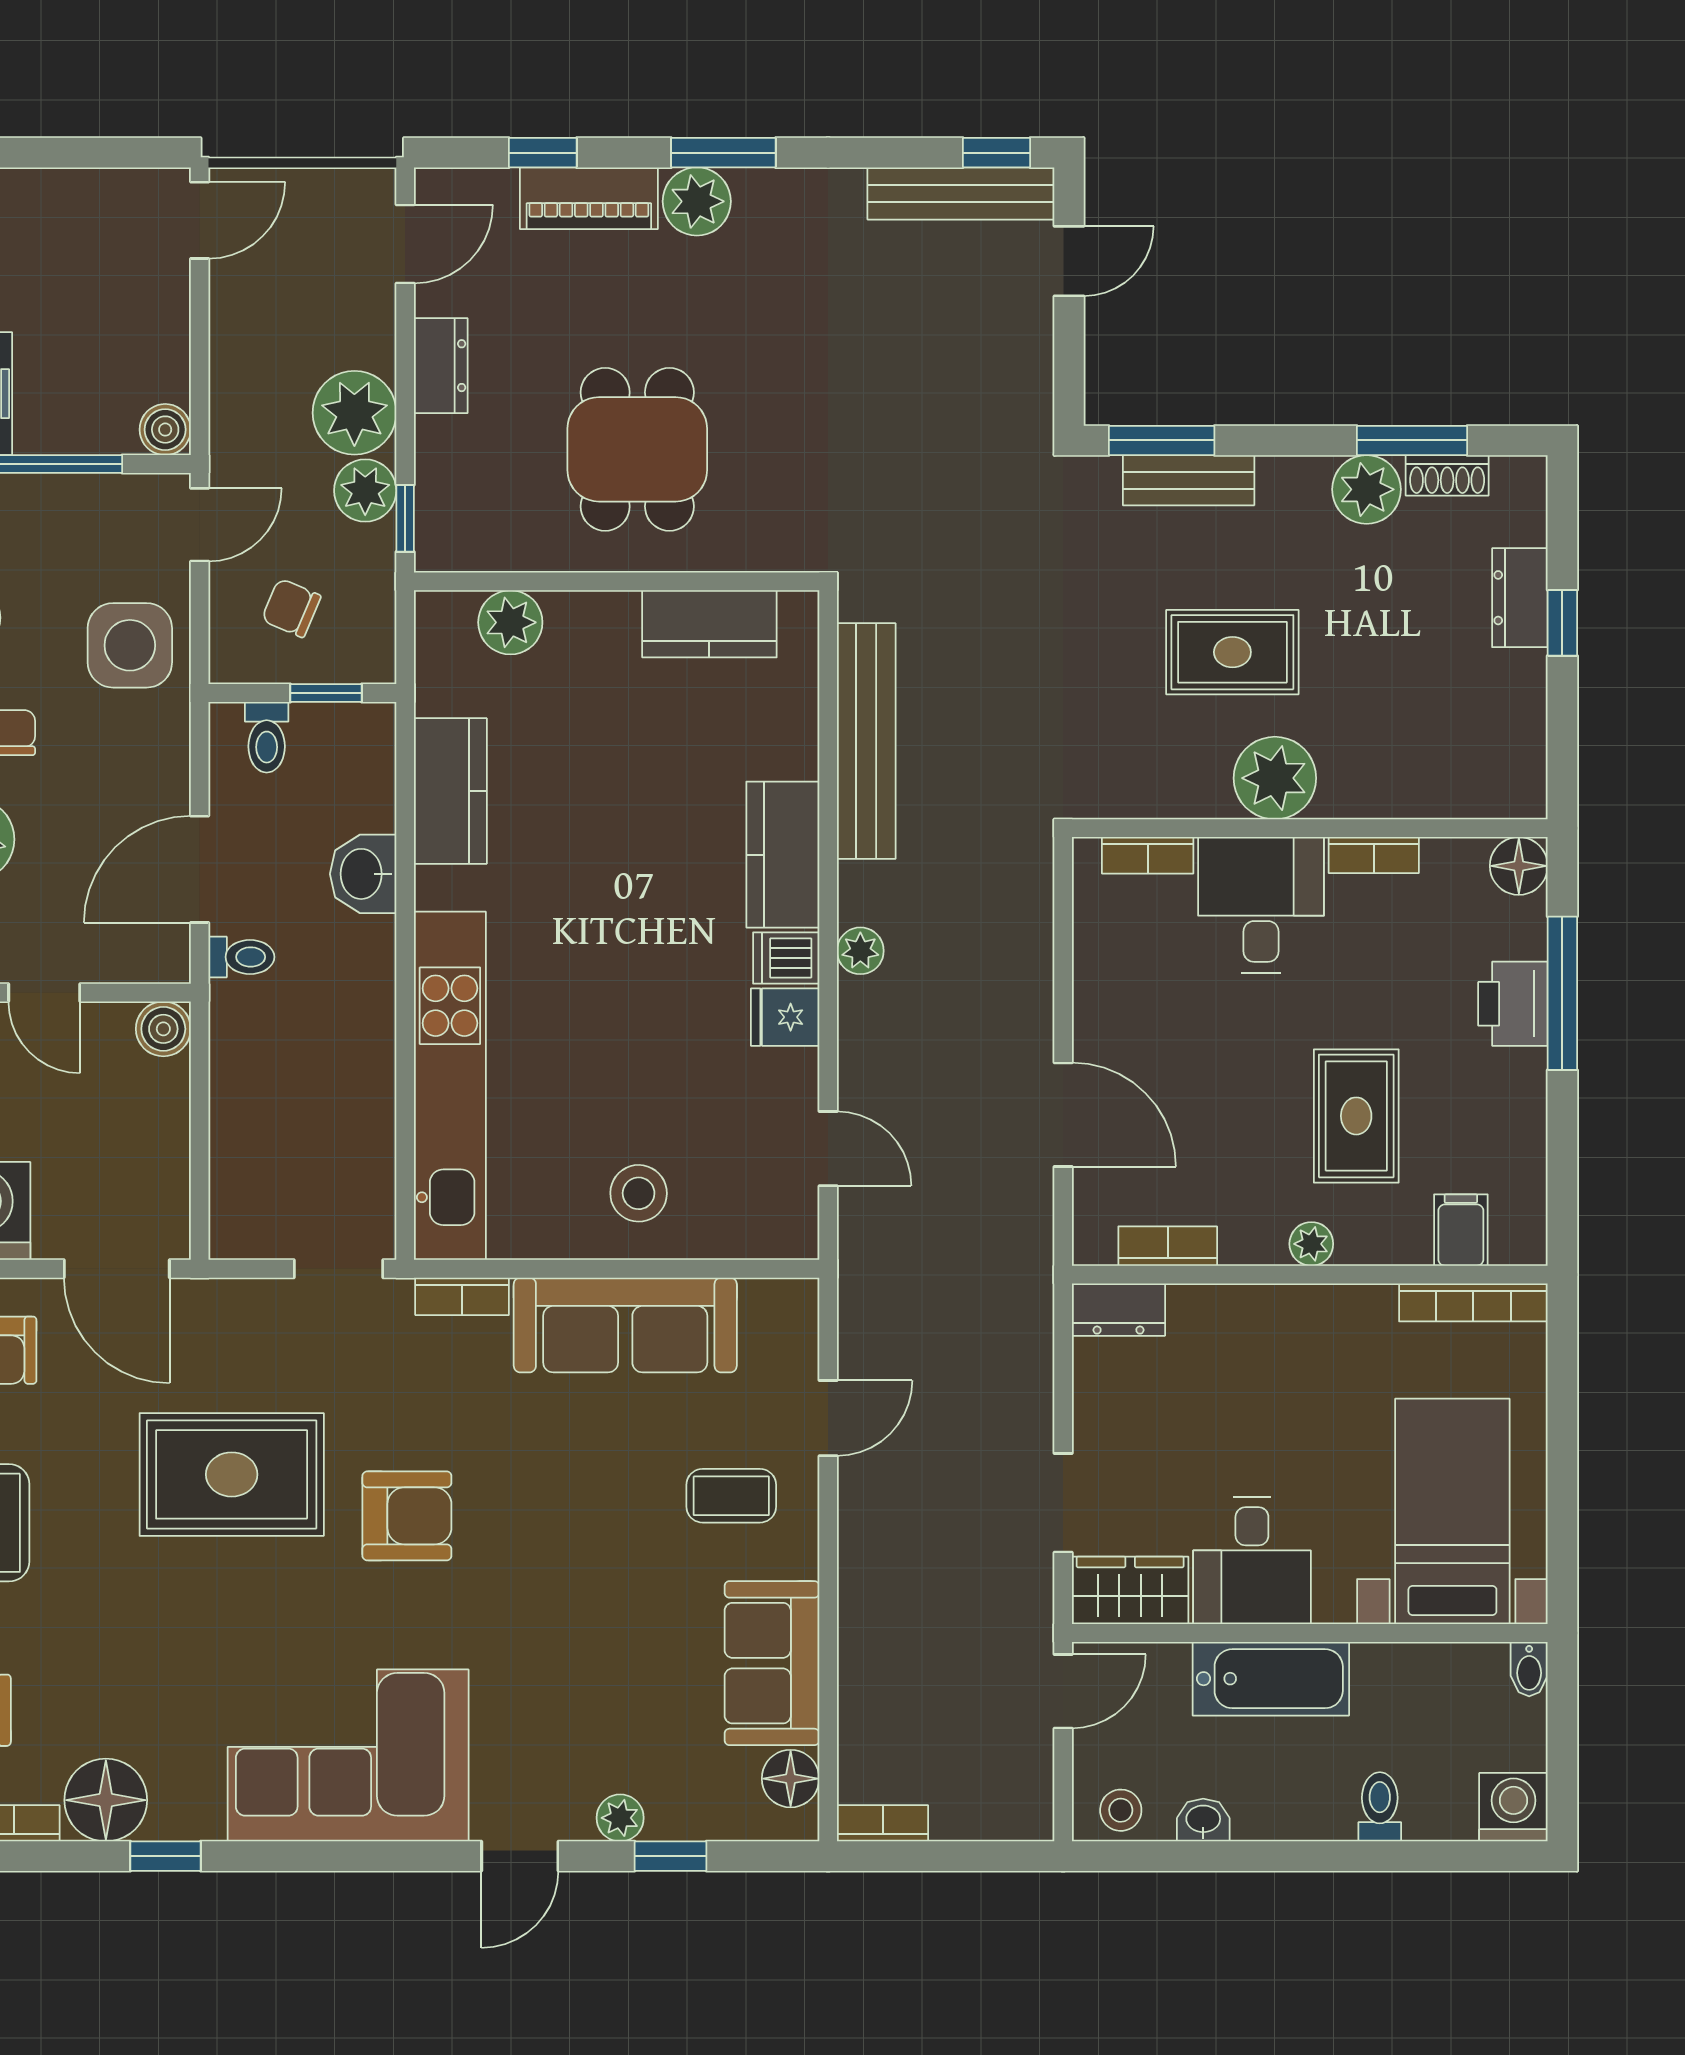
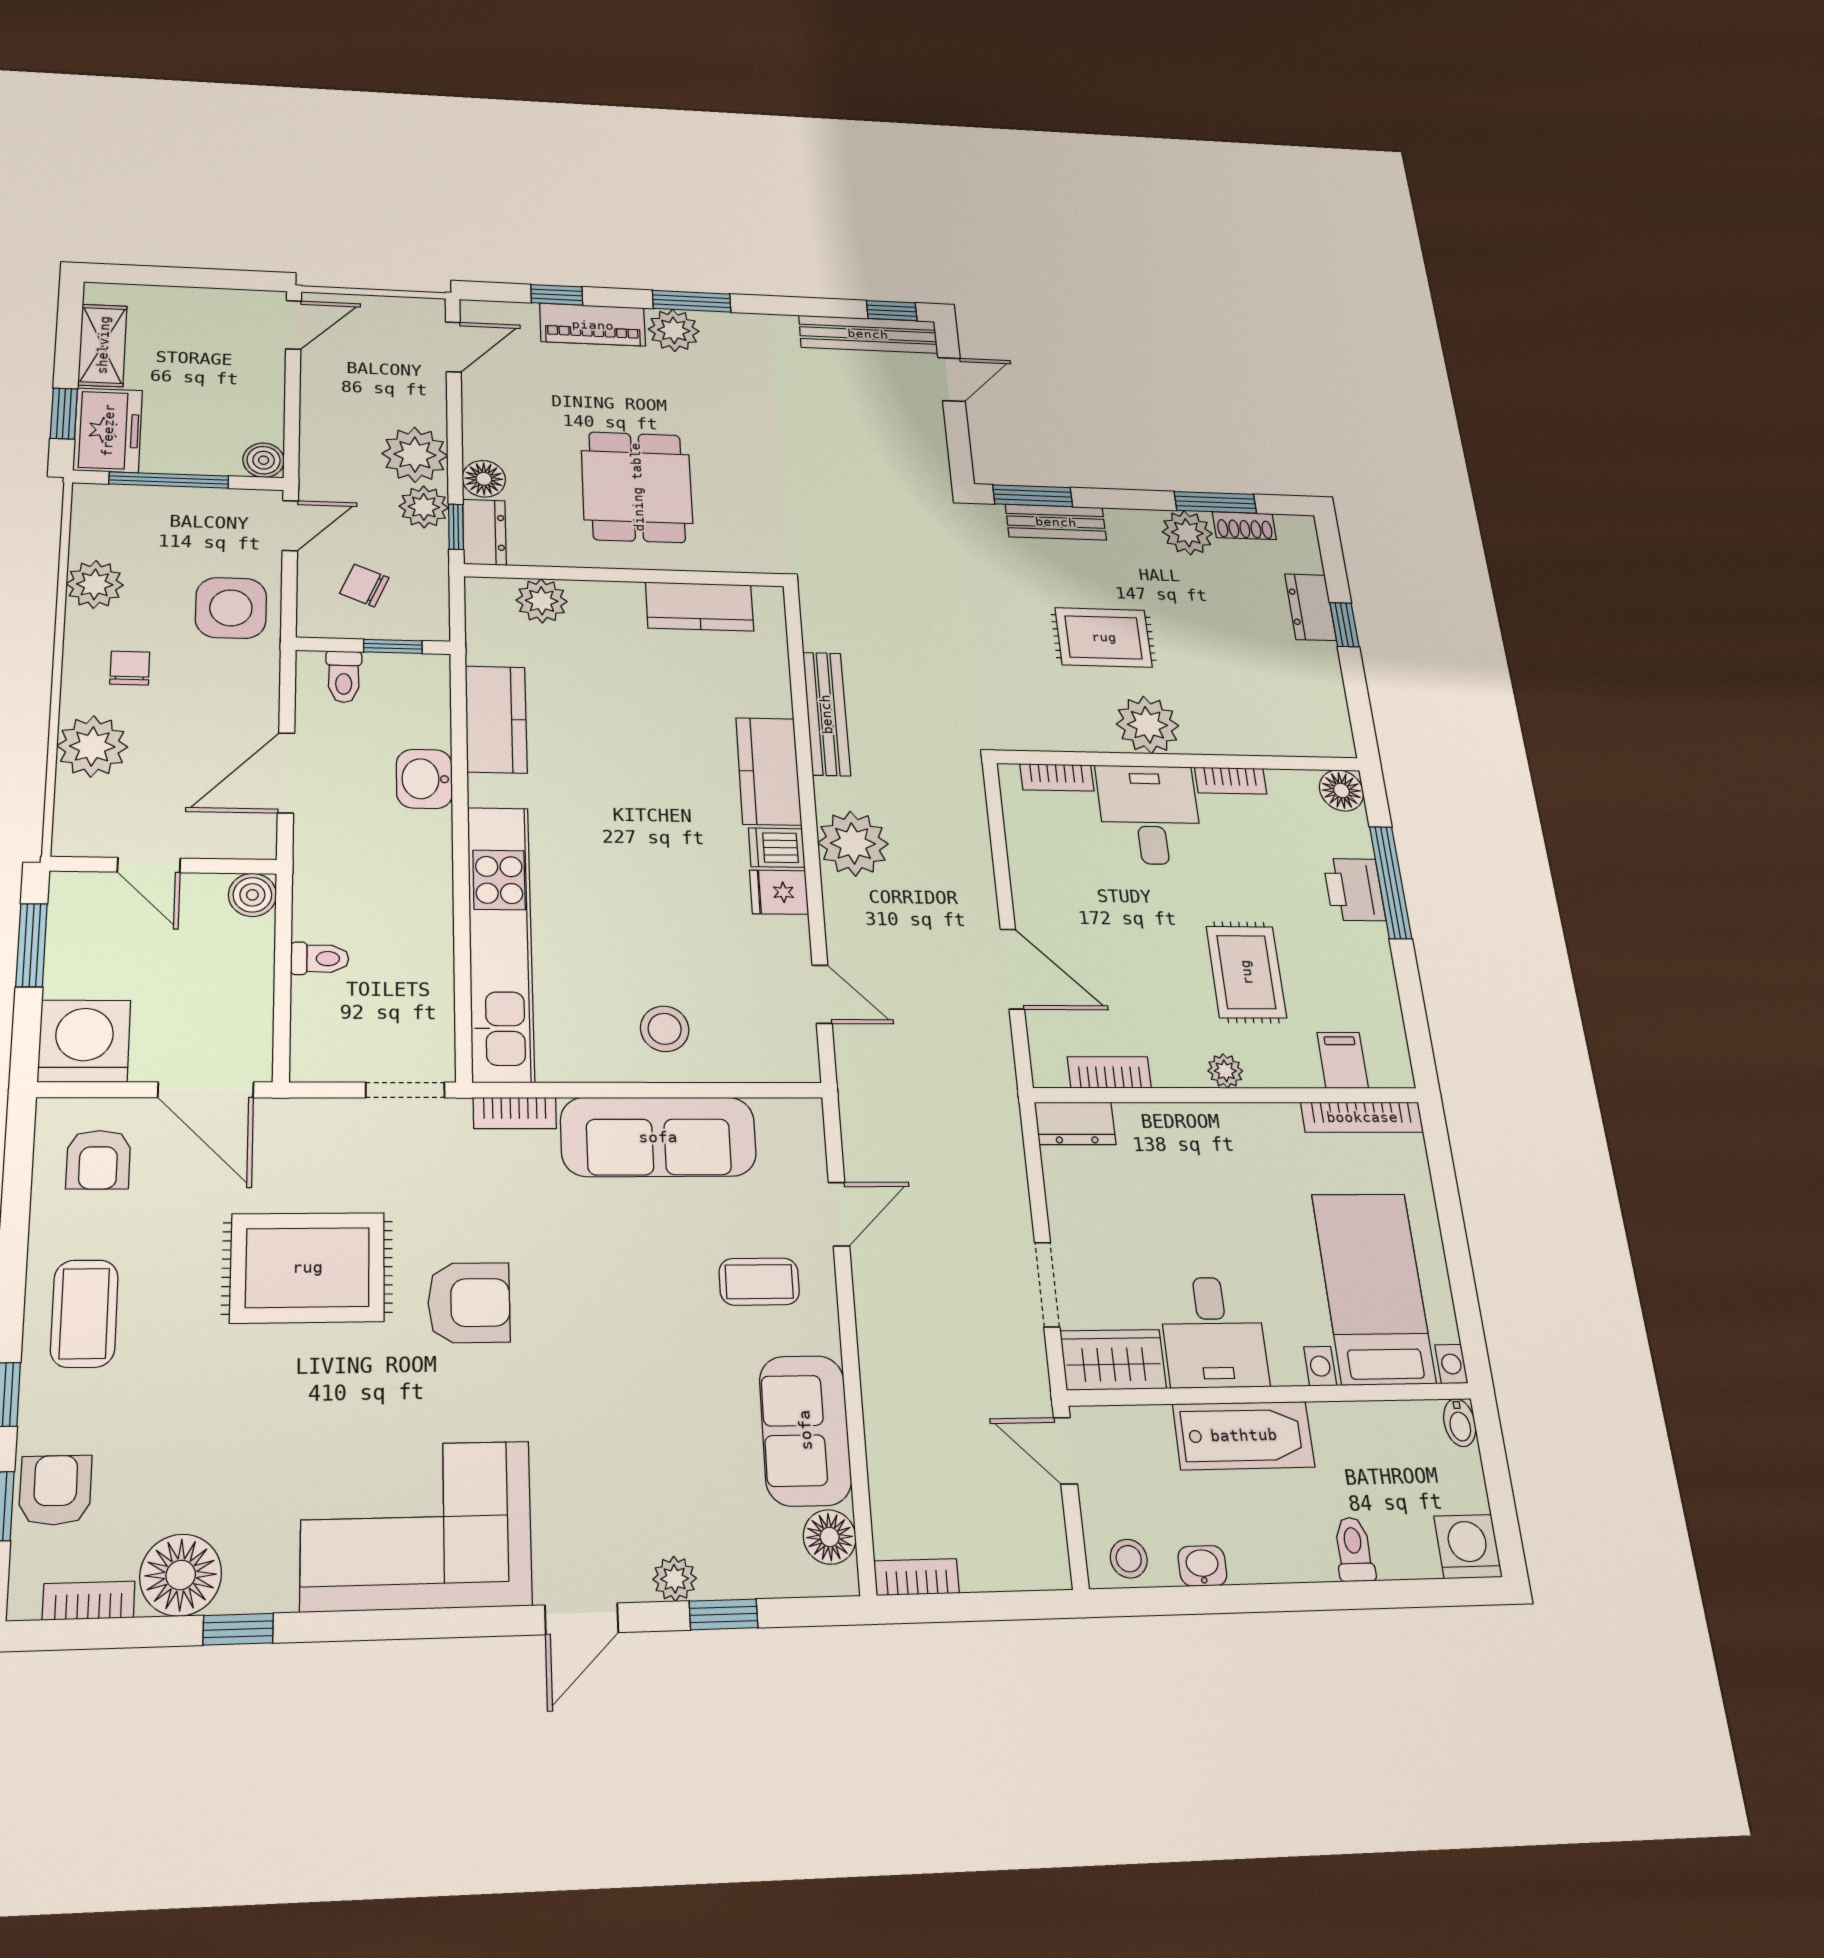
dresser: (441, 366) -> (484, 532), moved
floor lamp: (441, 445) -> (484, 479), added
bench: (866, 741) -> (826, 714), width x0.73, depth x0.82
plant: (860, 951) -> (853, 843), width x1.88, depth x1.88
toilet: (241, 957) -> (320, 959), moved
door: (1063, 1691) -> (1066, 1451), swing flipped

